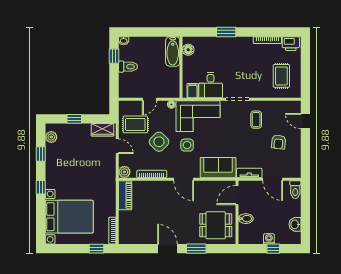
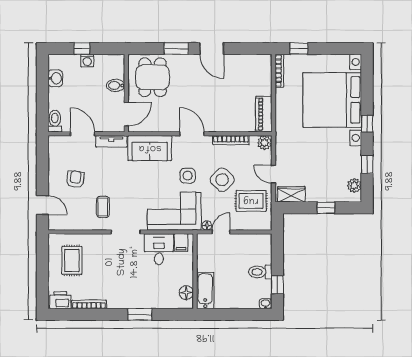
door: (149, 99) -> (221, 232), moved
bed with nightstands: (69, 217) -> (332, 100), width x1.36
dining table: (216, 225) -> (152, 77), turned 90

